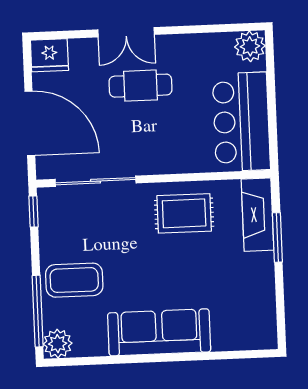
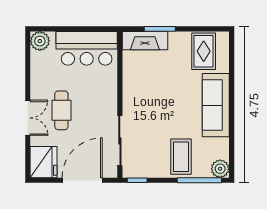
fridge: (49, 55) -> (44, 162), width x1.36, depth x1.34
rug: (184, 213) -> (204, 51), moved

